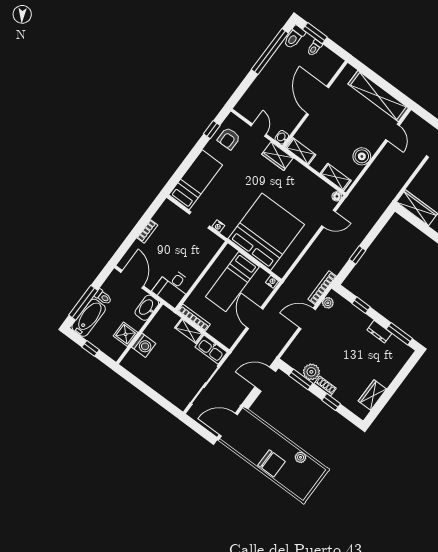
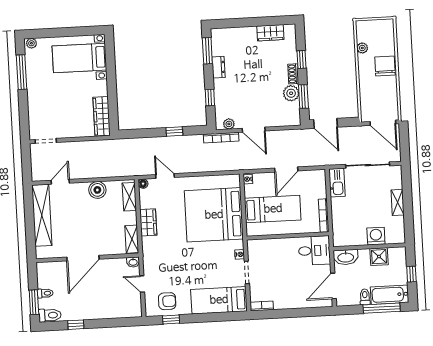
window: (270, 51) -> (76, 325), width x0.32
door: (259, 130) -> (142, 284), hinge flipped
wardrobe: (277, 156) -> (148, 222), moved
bookcase: (147, 231) -> (262, 306), moved
shelving: (189, 331) -> (398, 202), moved

